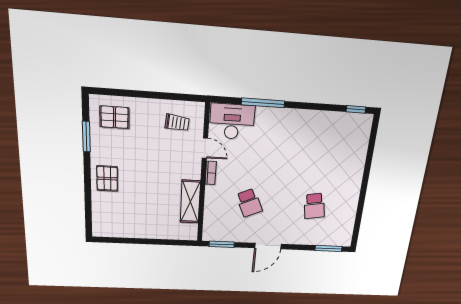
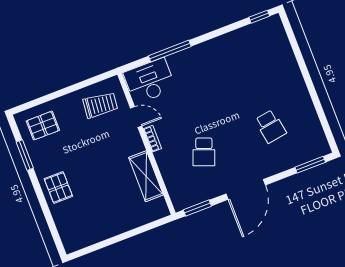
trolley: (177, 123) -> (100, 105), width x1.36, depth x1.39
school desk: (249, 203) -> (204, 152), turned 45
door: (268, 246) -> (246, 189), width x1.36

